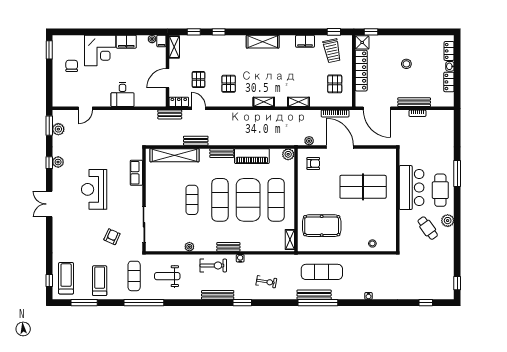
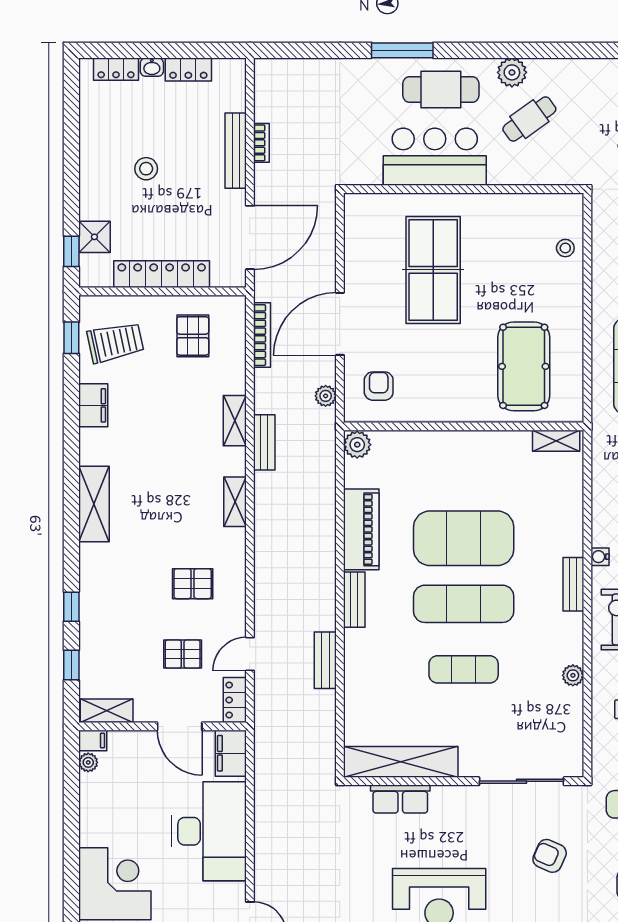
filing cabinet: (126, 42) -> (231, 753), moved, turned 180
shower: (362, 42) -> (94, 237), moved
pallet: (335, 84) -> (193, 336), turned 90
desk: (123, 95) -> (209, 831), width x1.87, depth x1.30
bench: (170, 114) -> (264, 442), moved
shelving: (175, 155) -> (401, 762), moved, turned 90
exercise mat: (276, 200) -> (464, 473), removed

